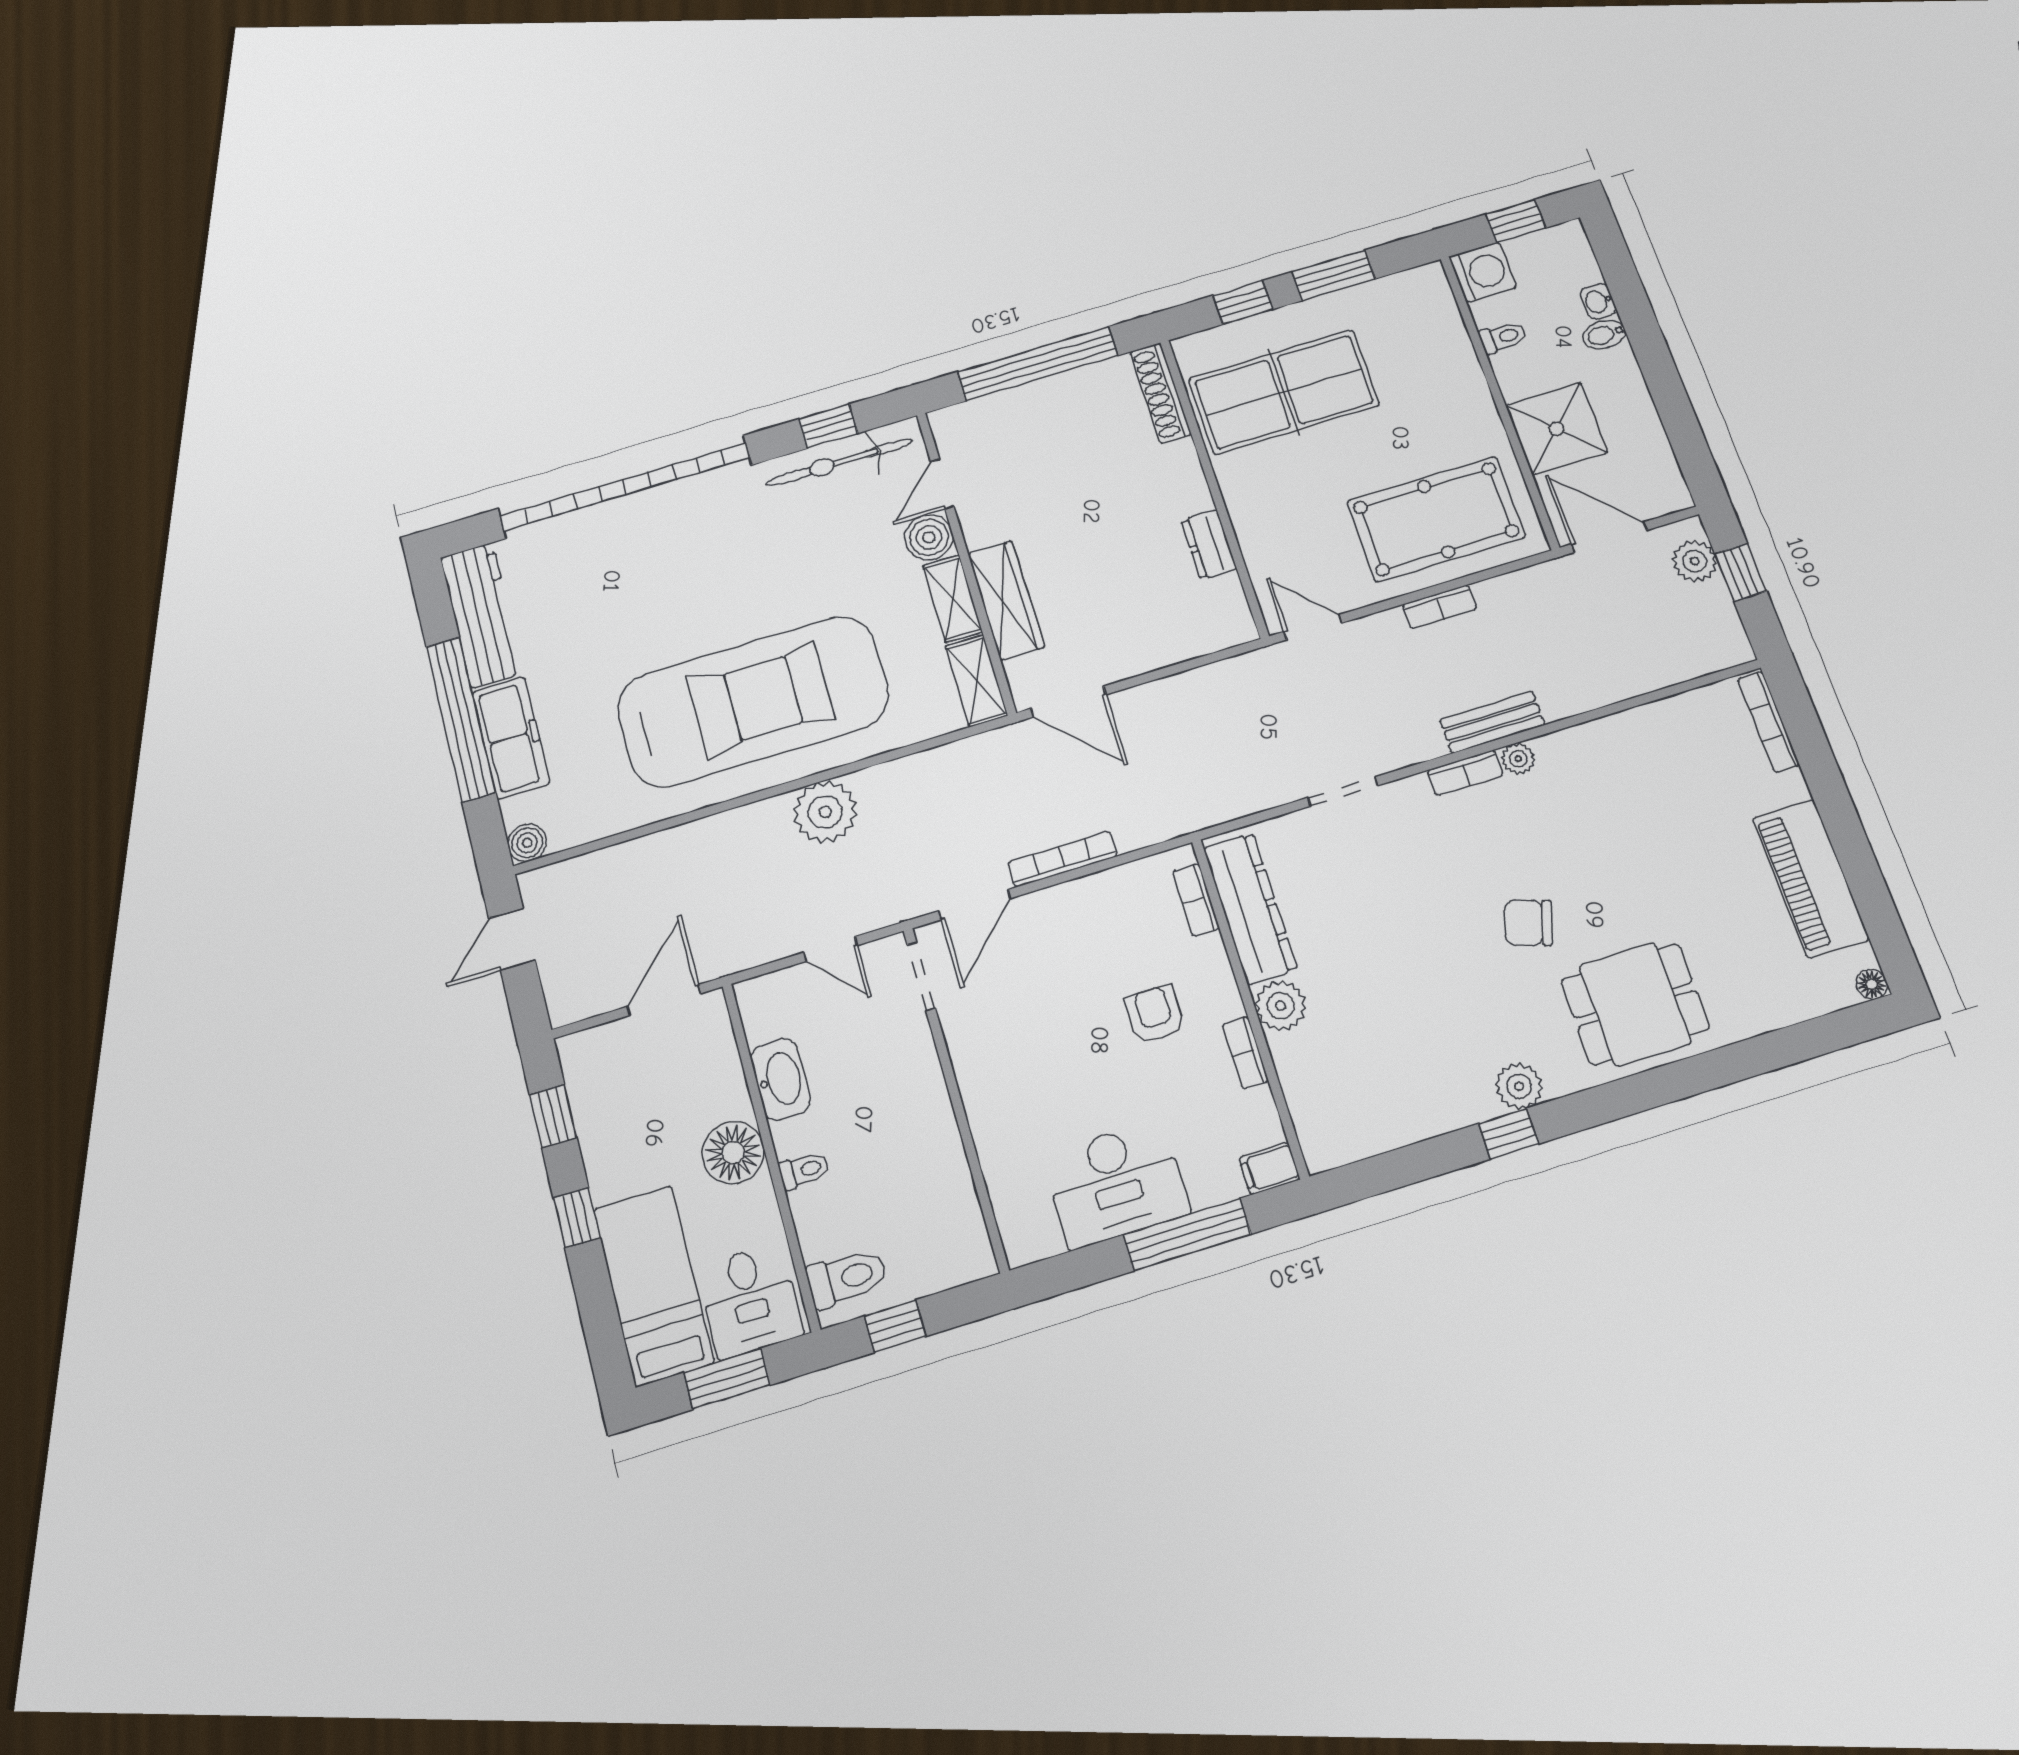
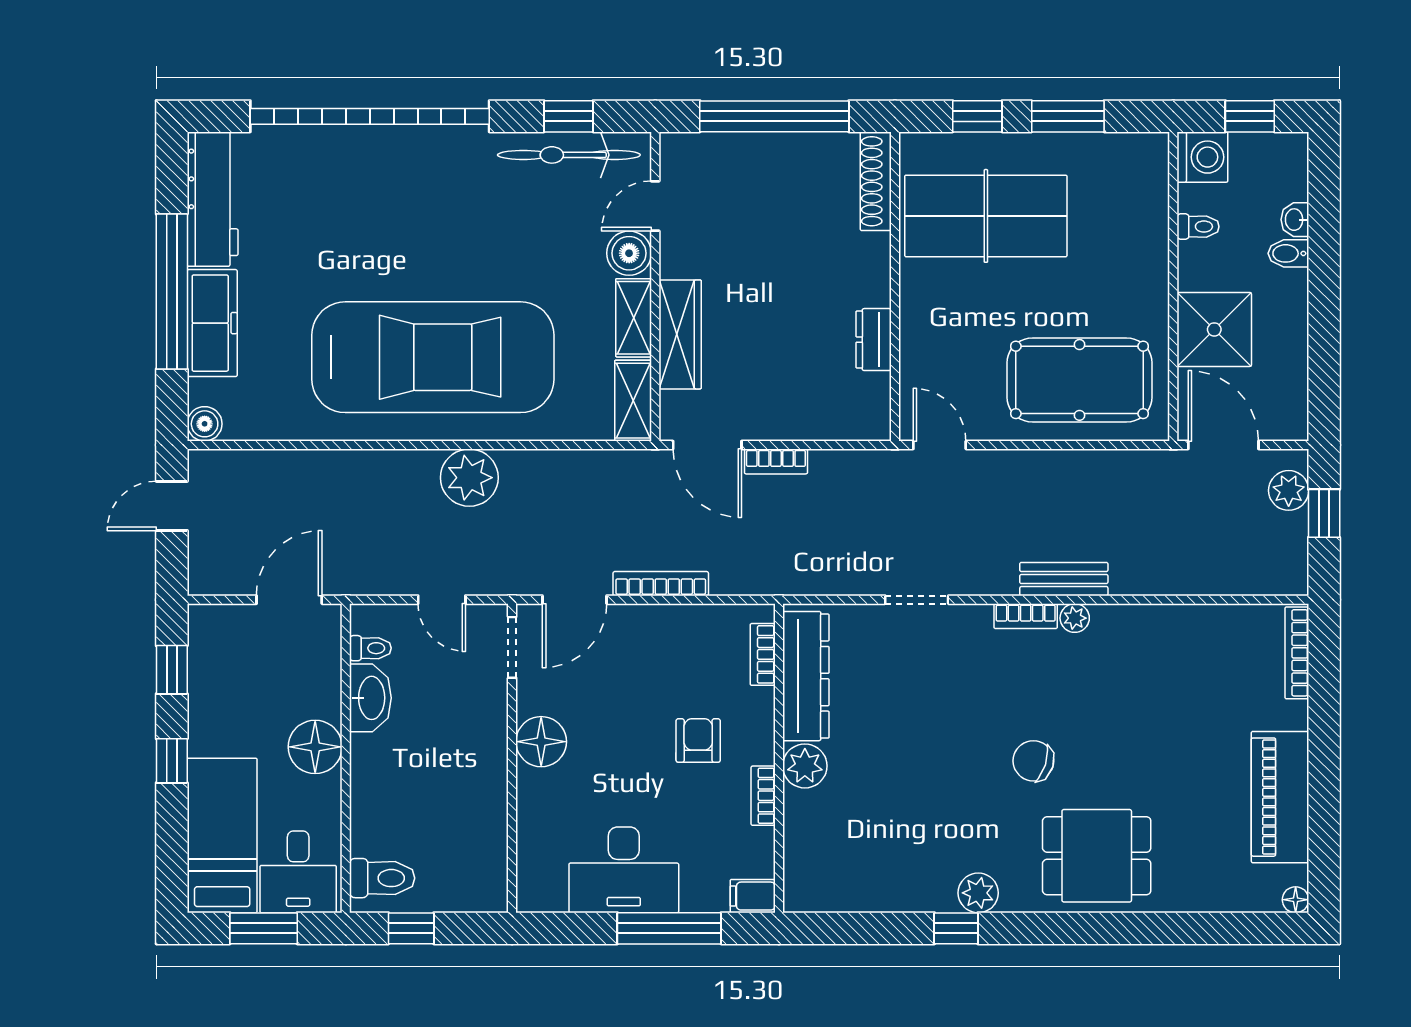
bookcase: (1440, 607) -> (776, 461), moved
floor lamp: (982, 1069) -> (541, 742), added
toilet: (804, 1170) -> (370, 648), moved

